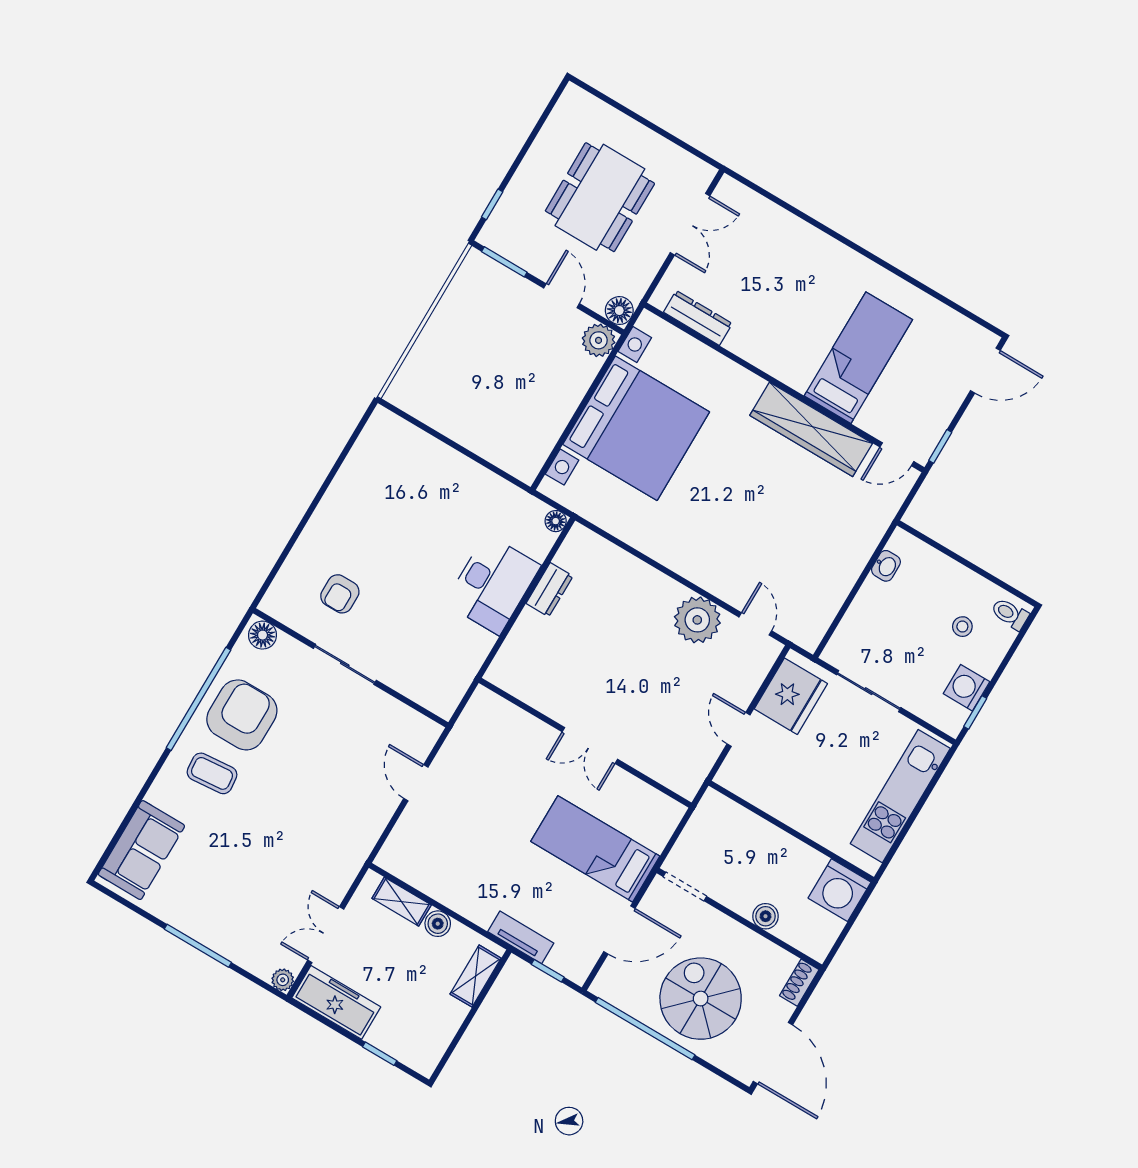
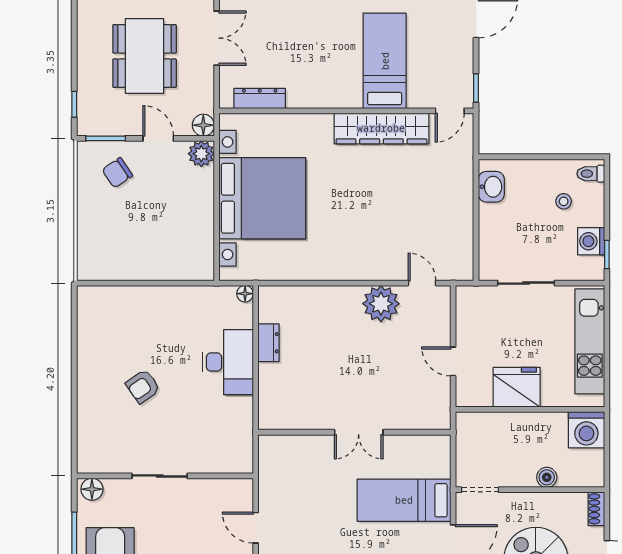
chair: (495, 307) -> (117, 173), added
washbasin: (886, 566) -> (491, 187), width x1.38, depth x1.45
armchair: (340, 594) -> (143, 386), moved, turned 55
fridge: (791, 696) -> (517, 387), moved, turned -90

